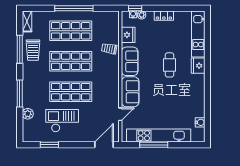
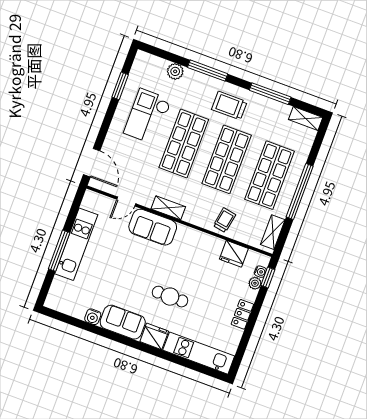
shelving: (106, 16) -> (273, 232), added
trolley: (33, 50) -> (229, 106), moved
sofa: (130, 61) -> (123, 322), moved, turned 180
shelving: (115, 87) -> (168, 208), added
door: (120, 114) -> (126, 201), hinge flipped
checkout: (62, 121) -> (147, 116), turned 180
water cooler: (200, 122) -> (93, 317), moved
kitchen unit: (159, 136) -> (76, 244), width x0.73
window: (154, 145) -> (59, 251), moved

